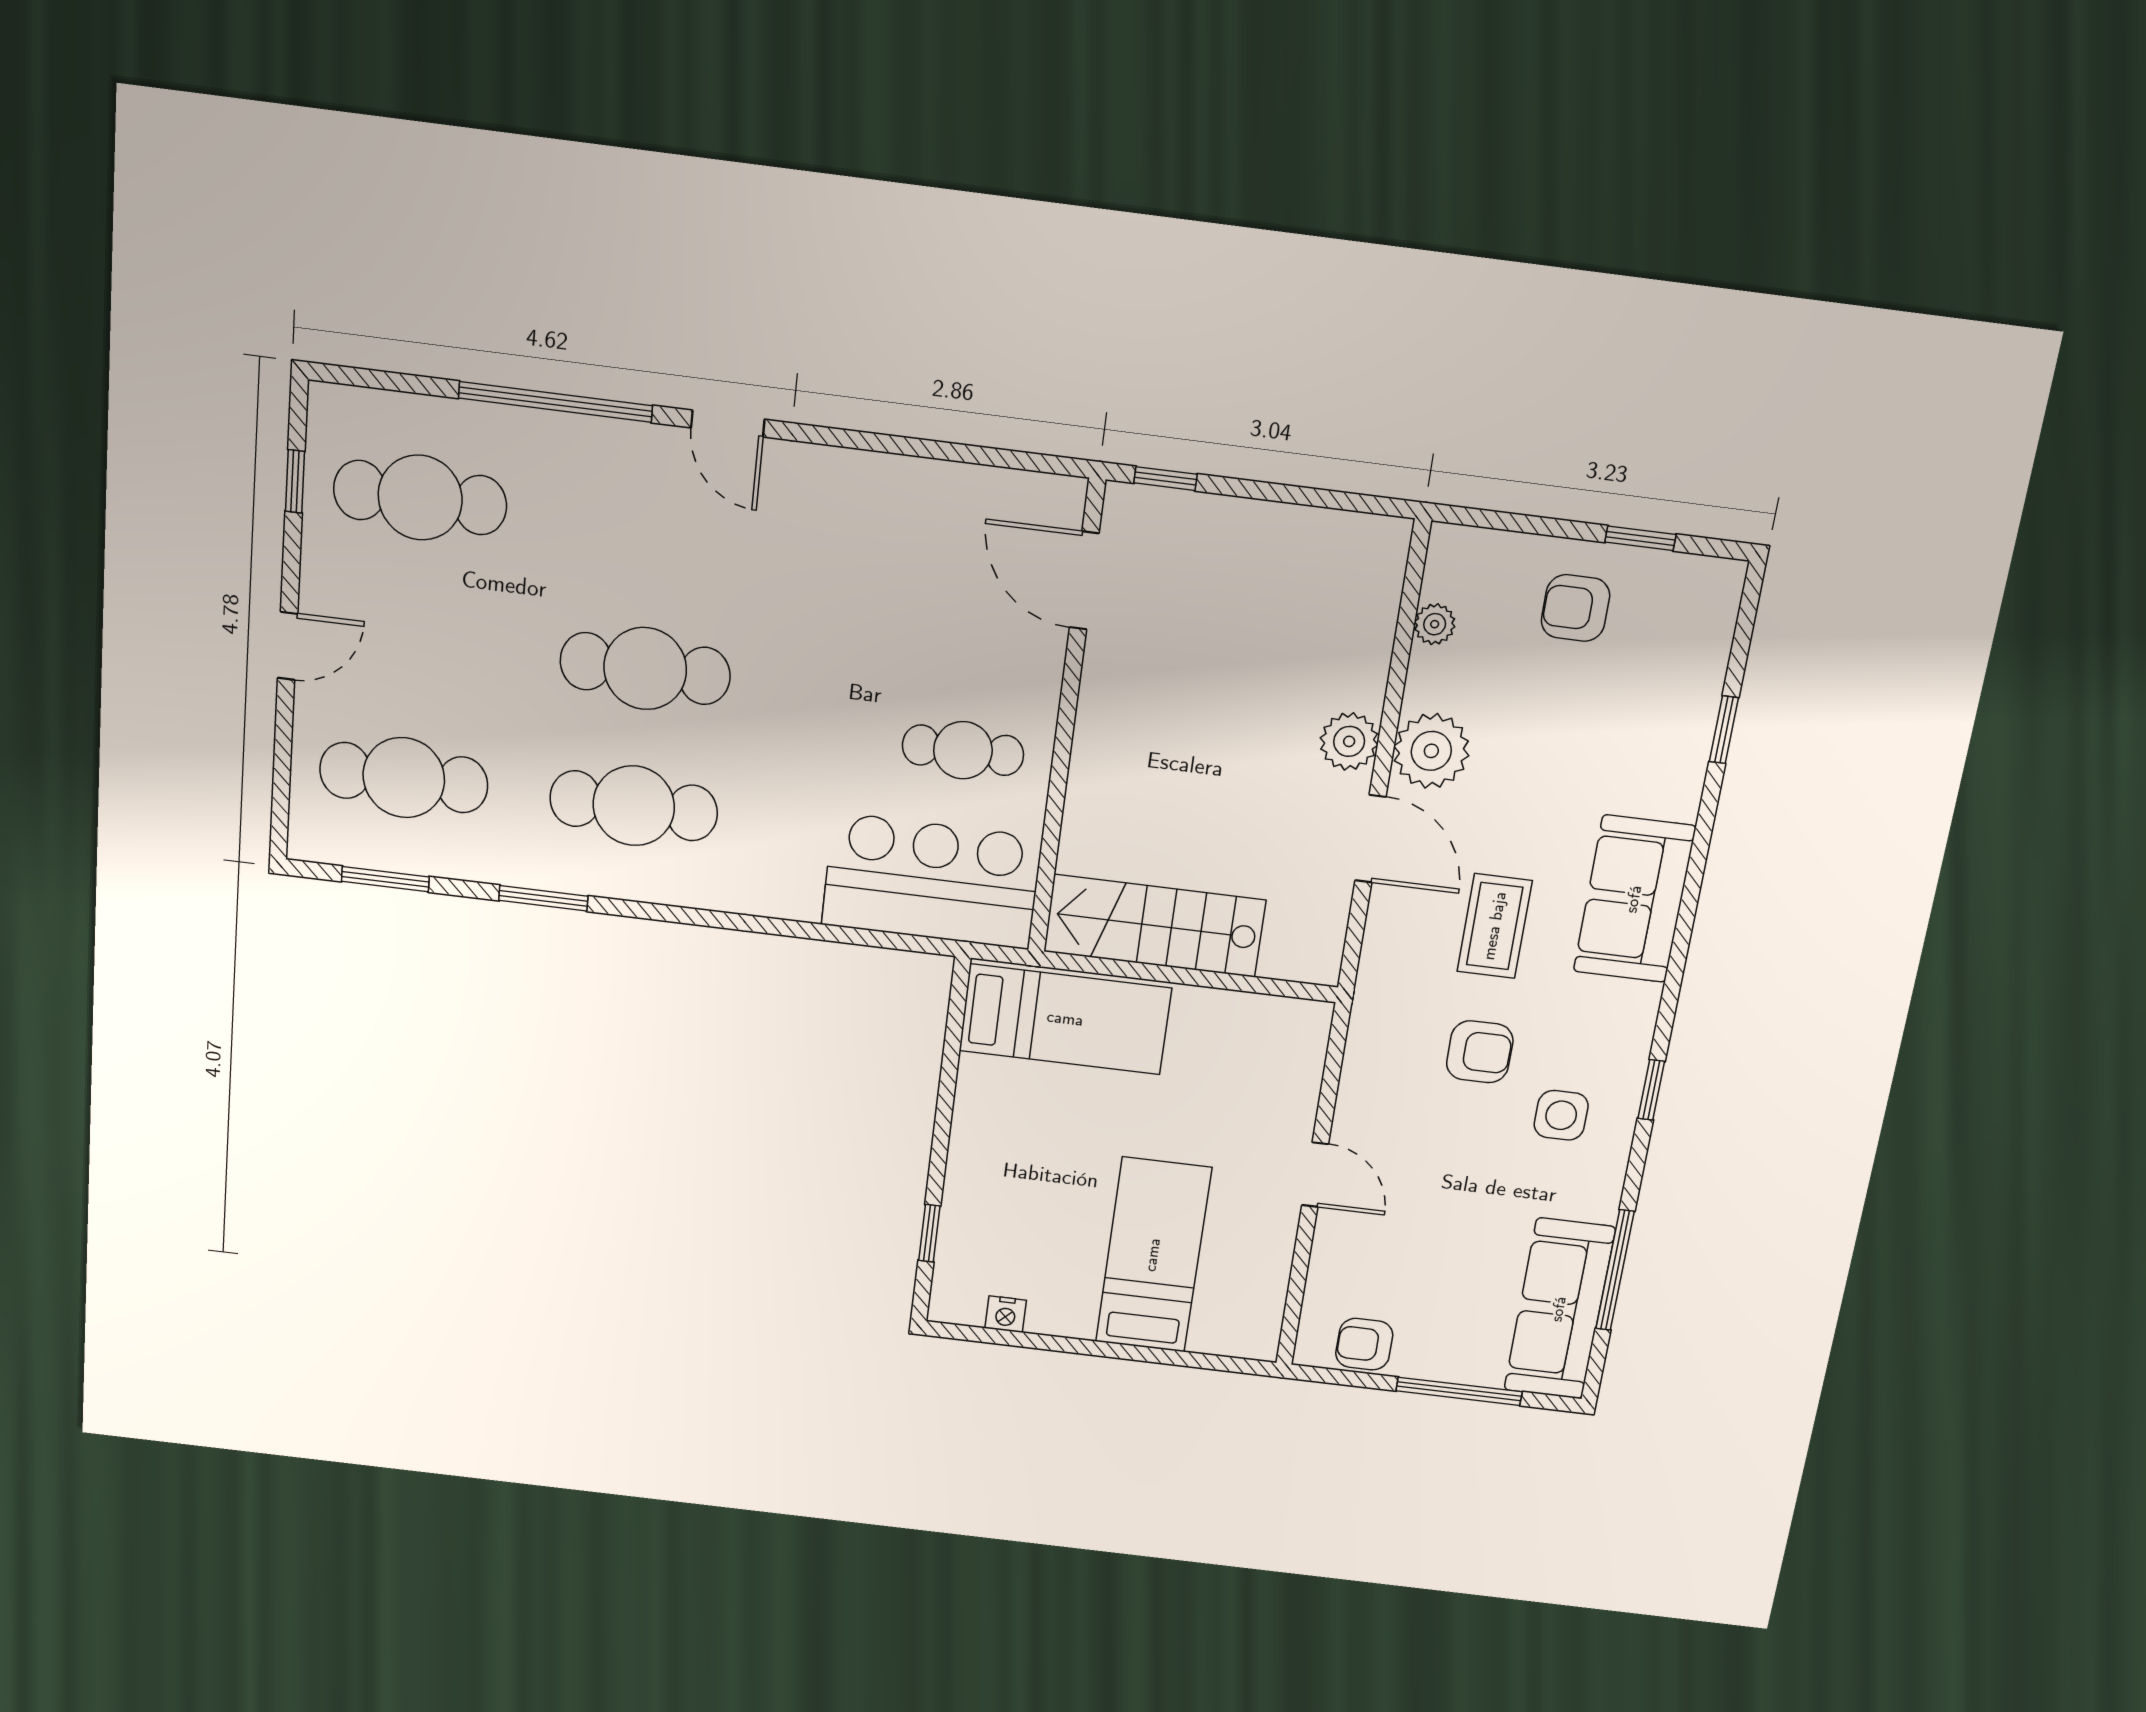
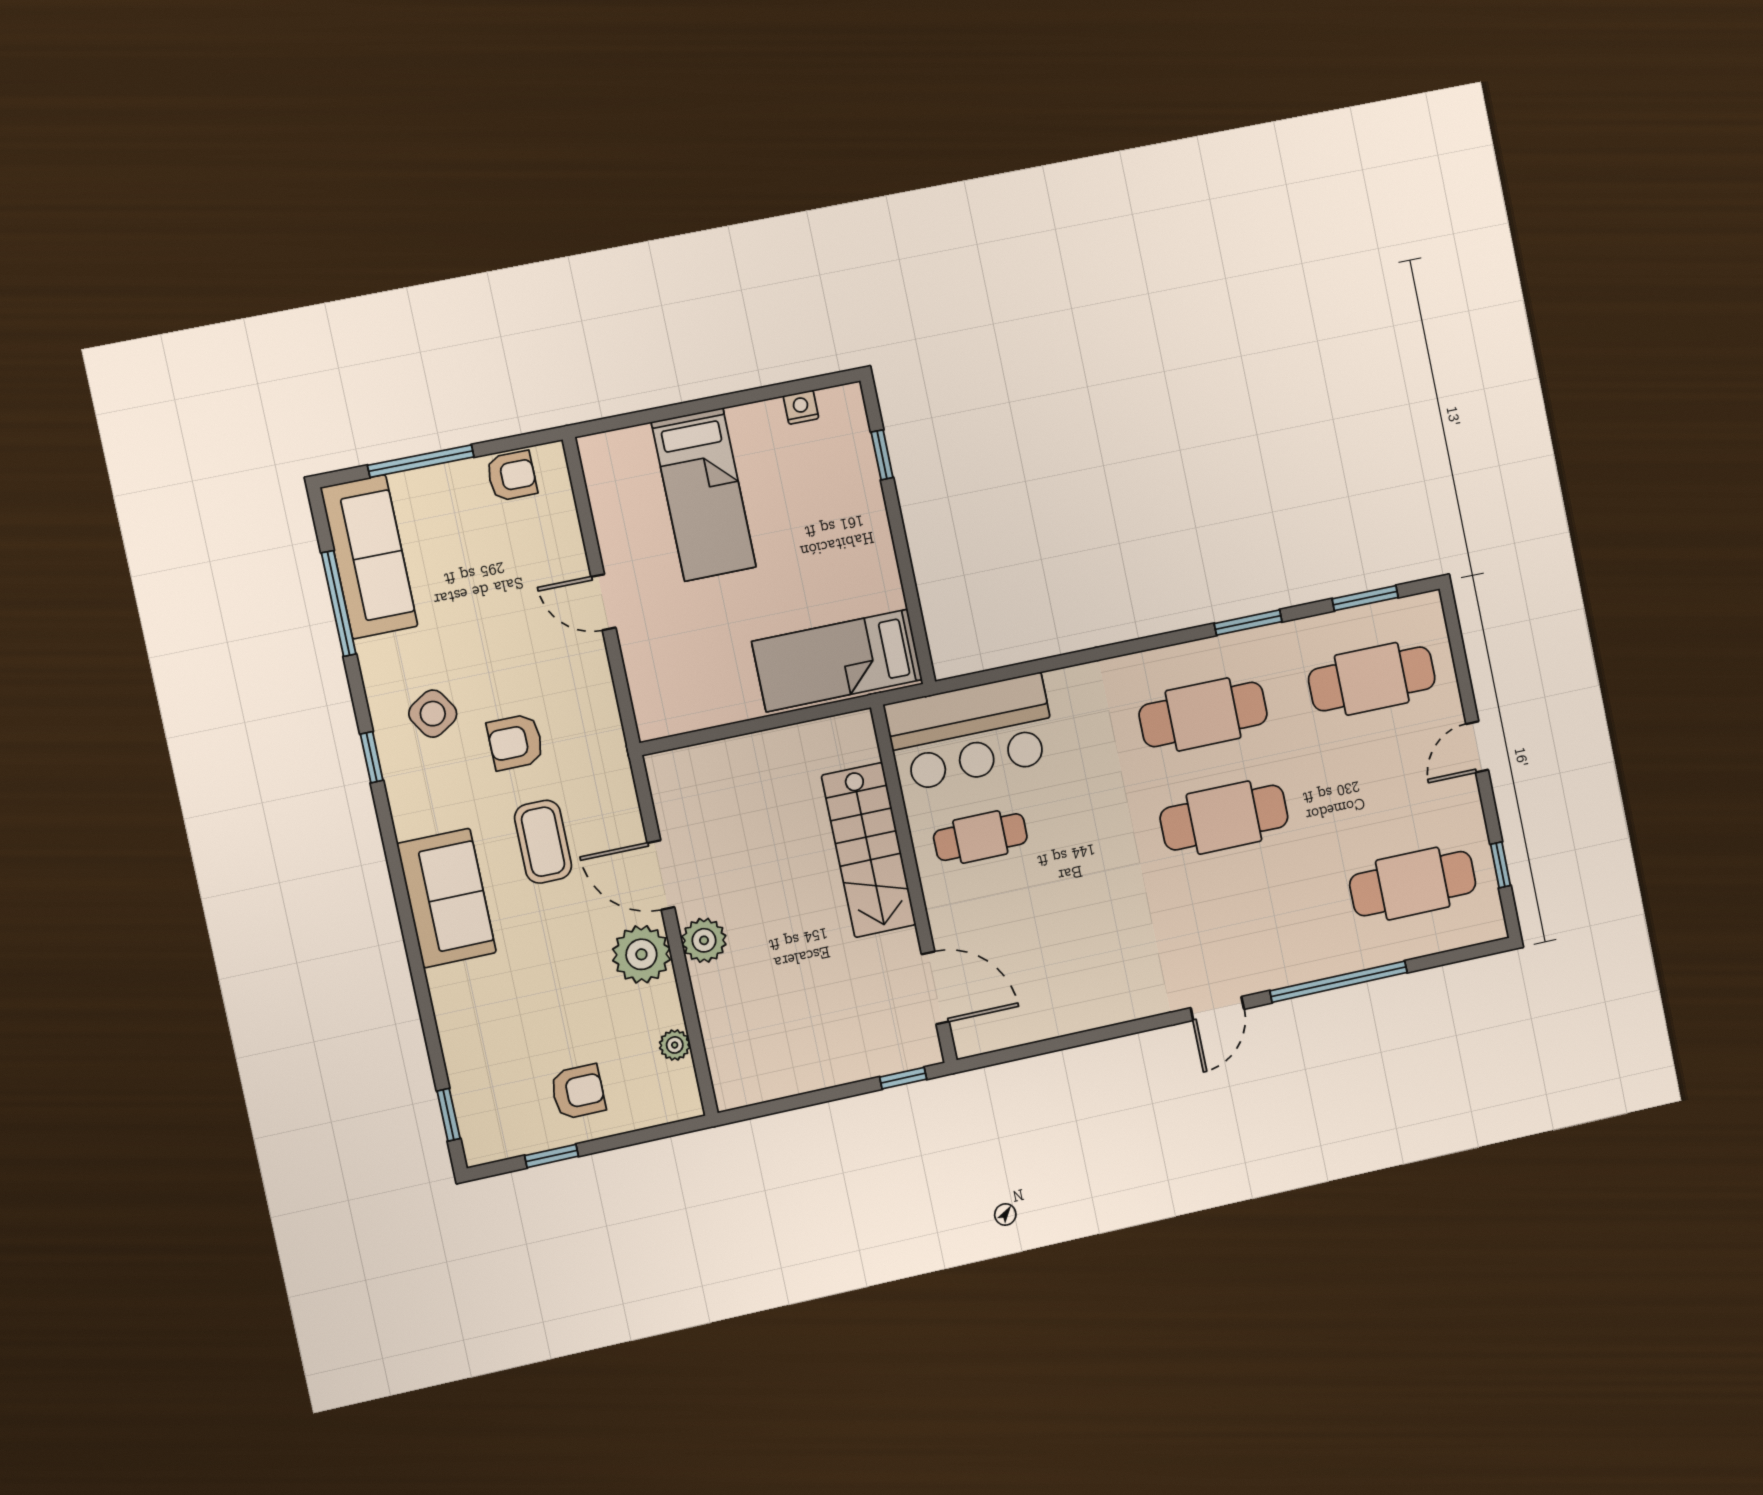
door: (728, 424) -> (1217, 1008), swing flipped
window: (1724, 730) -> (449, 1115), moved
stairs: (1155, 926) -> (869, 850), moved, turned 90
side table: (1561, 1115) -> (433, 714), turned -32

